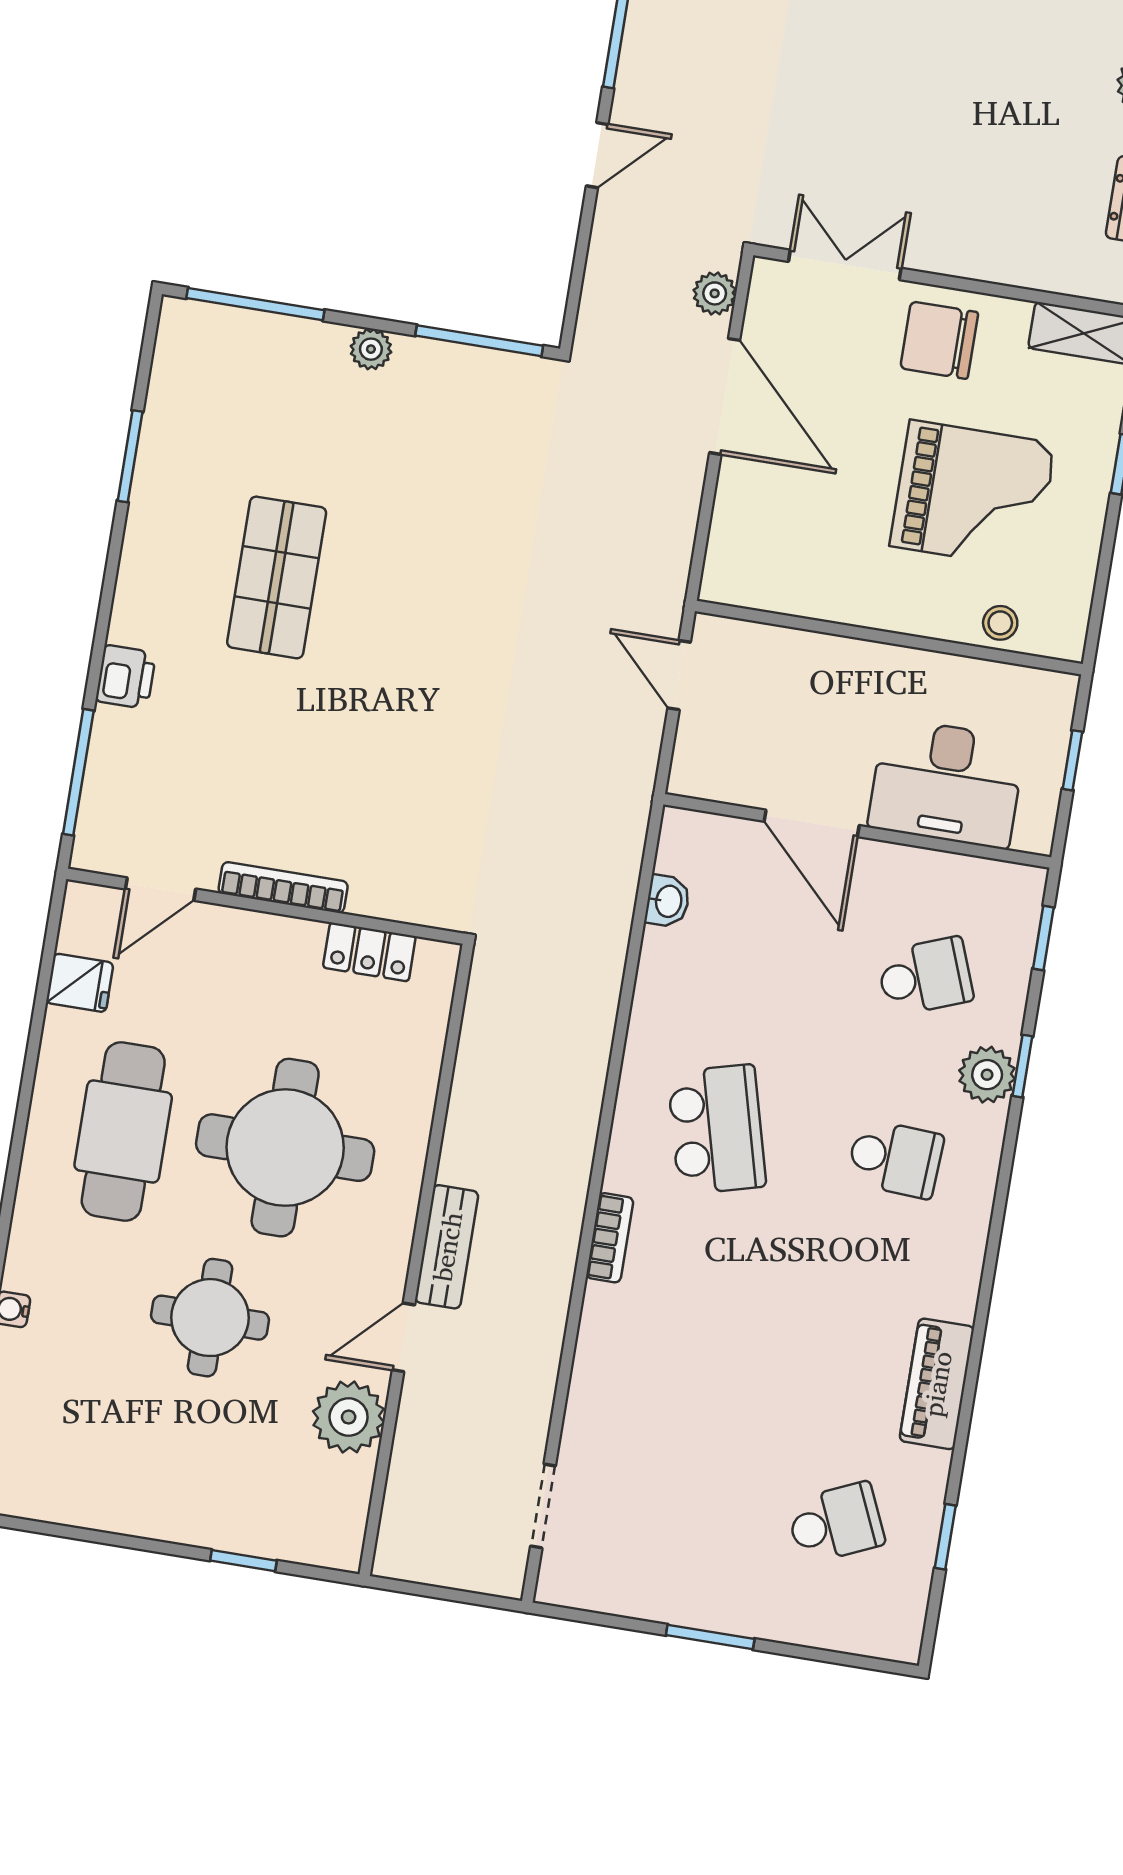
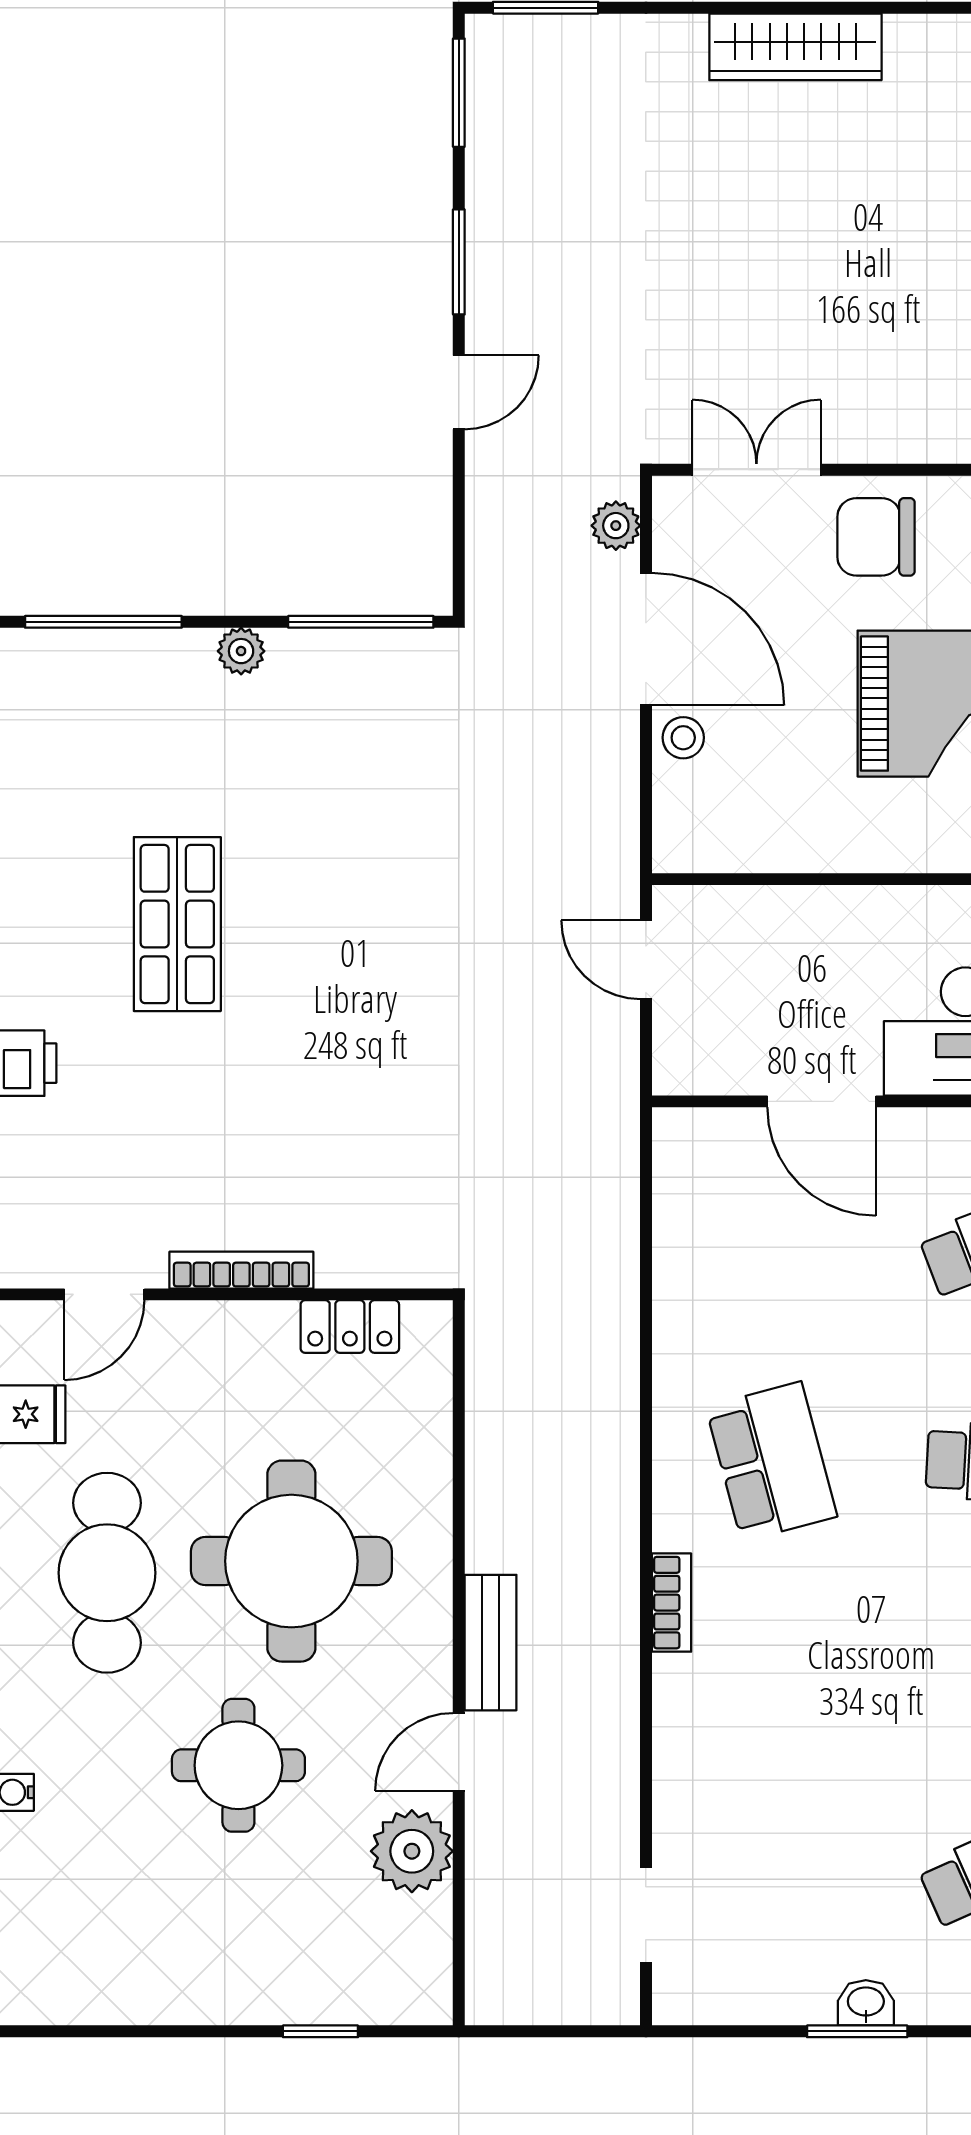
stool: (743, 487) -> (683, 738), added
washbasin: (668, 901) -> (866, 2003), moved, turned -90

